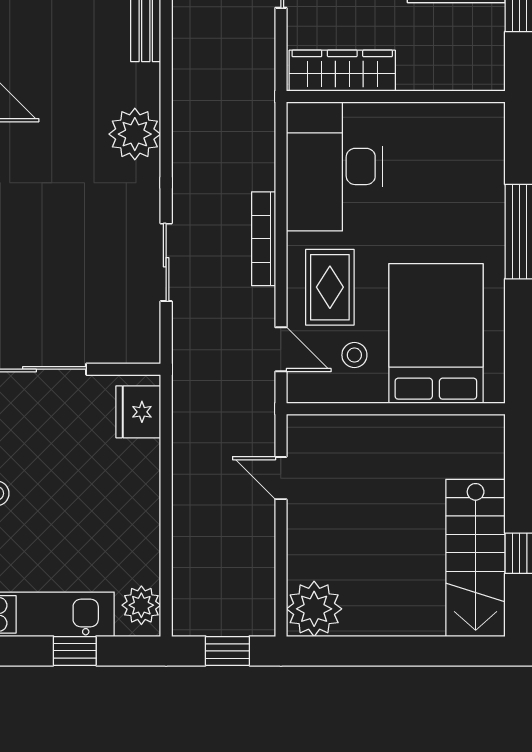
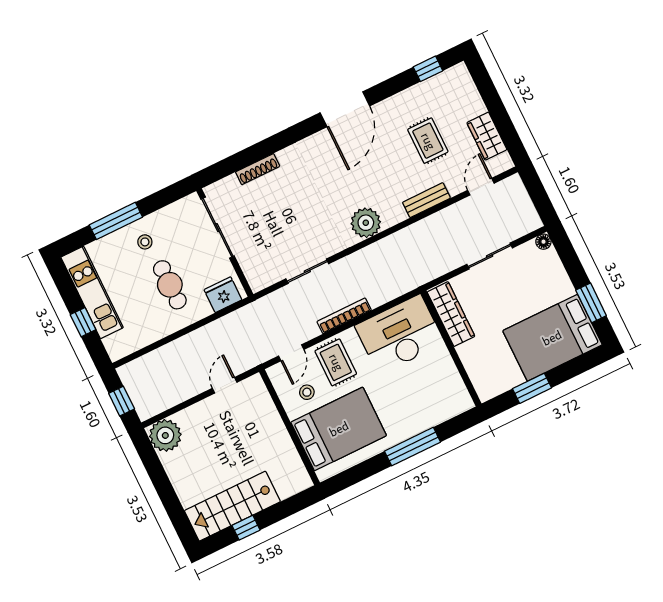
rug: (330, 287) -> (336, 362), turned 90
cafe table: (83, 487) -> (170, 285), added
plant: (141, 605) -> (124, 345), removed

